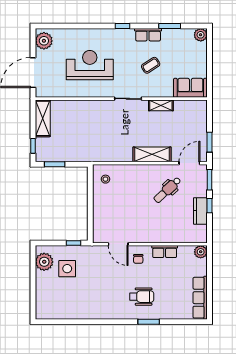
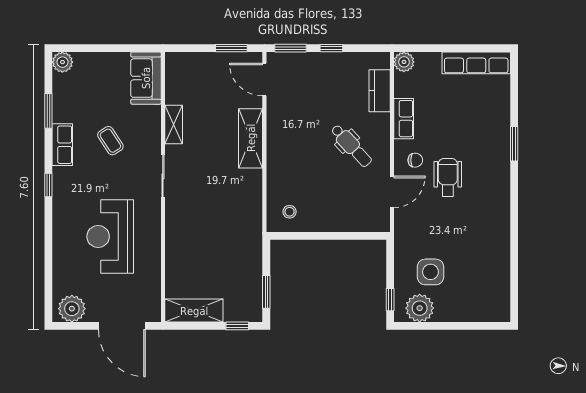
dental chair: (167, 190) -> (351, 146), moved
kitchen counter: (200, 211) -> (380, 91), moved, turned 90
window: (73, 243) -> (390, 300), moved
wheelchair: (142, 297) -> (448, 177), moved

